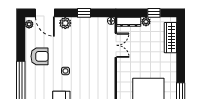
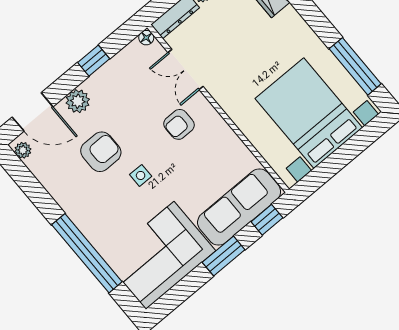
double door: (116, 45) -> (185, 70), swing flipped
armchair: (40, 56) -> (101, 152), moved
armchair: (96, 64) -> (179, 124), added

